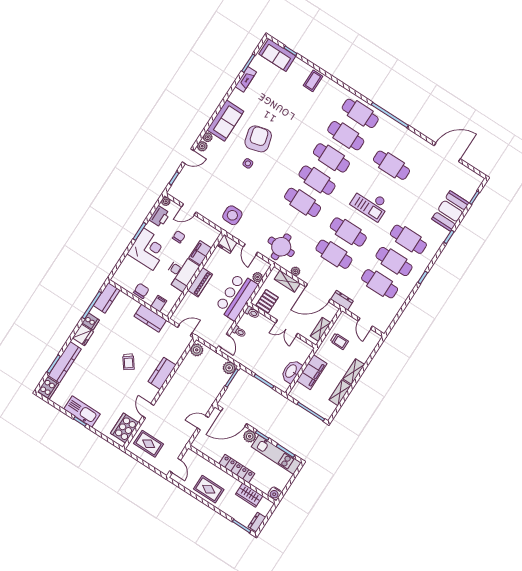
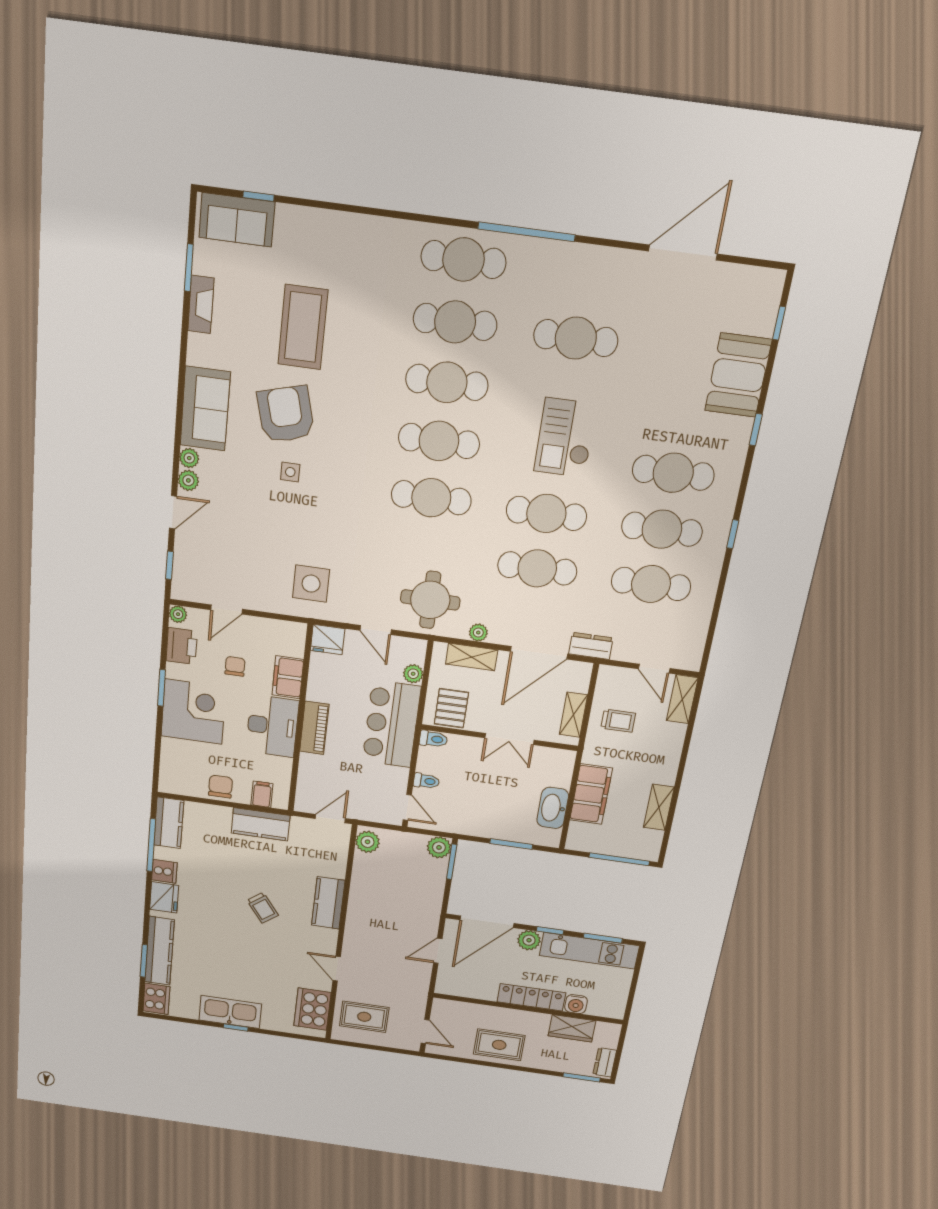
coffee table: (313, 81) -> (303, 327), moved, width x1.86, depth x1.72
checkout: (370, 204) -> (565, 438), turned 90
shelving: (354, 372) -> (682, 699), moved
water cooler: (275, 493) -> (576, 1004), moved

